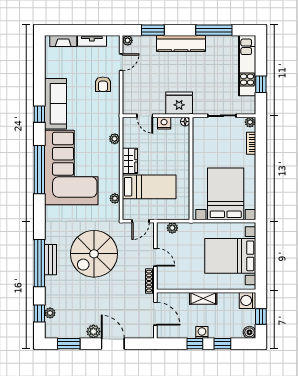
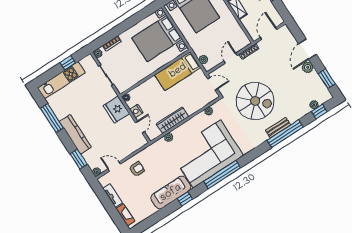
wardrobe: (130, 161) -> (172, 120), width x1.50
bed: (149, 187) -> (178, 71), moved, turned -90

